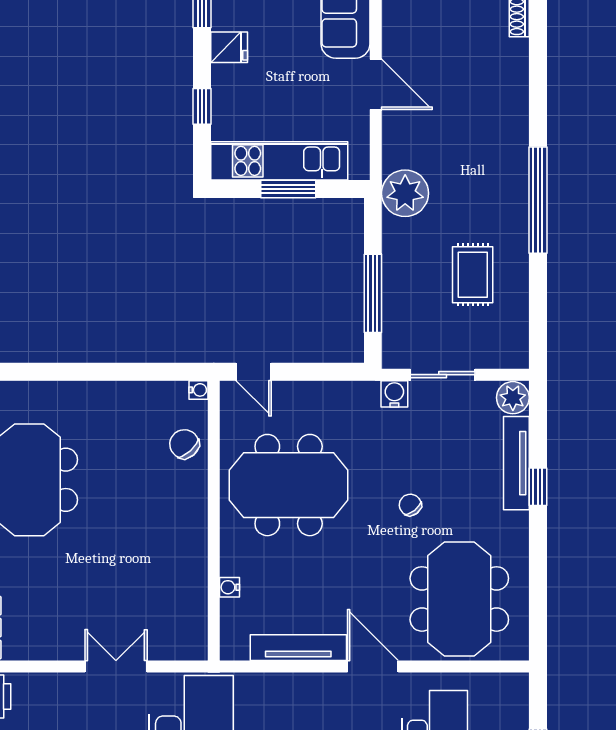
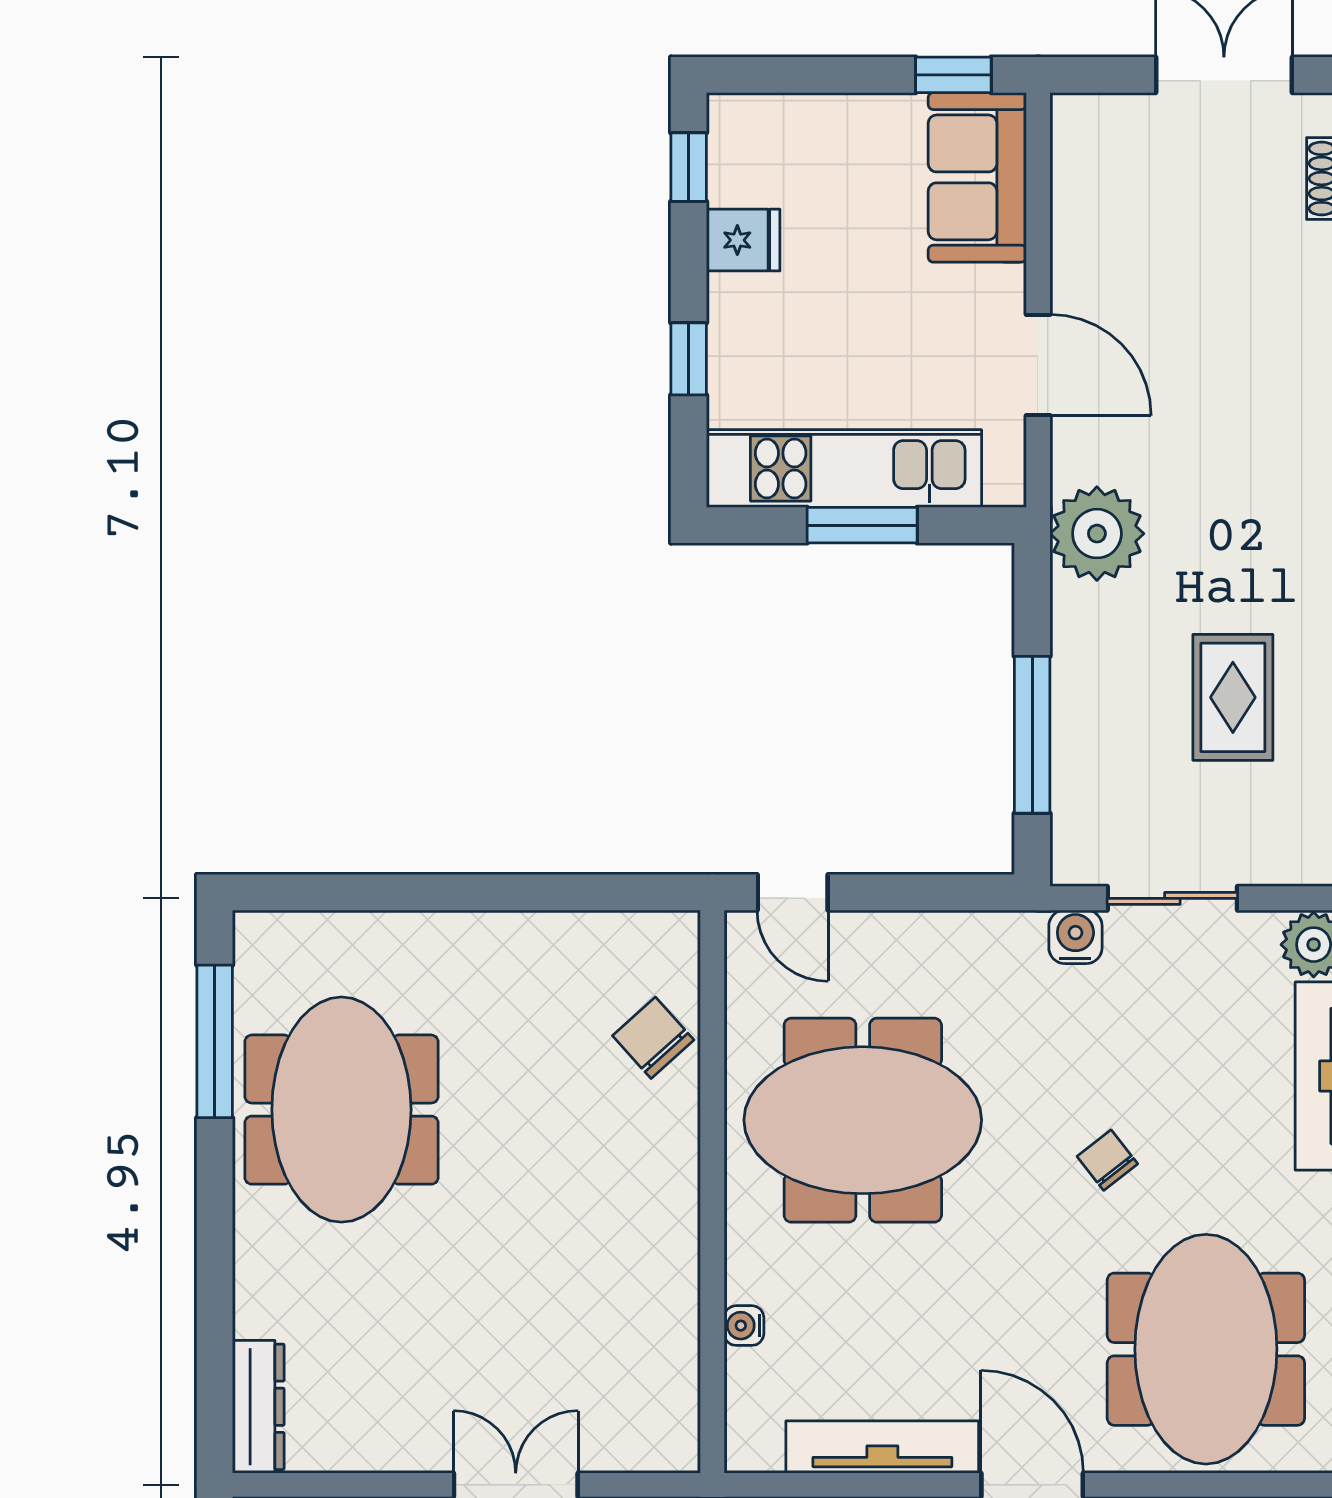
door: (376, 84) -> (1038, 365), moved
water cooler: (198, 390) -> (682, 929), removed

